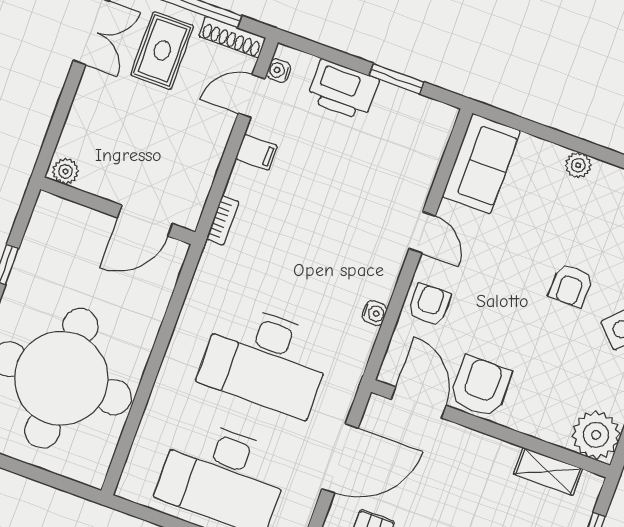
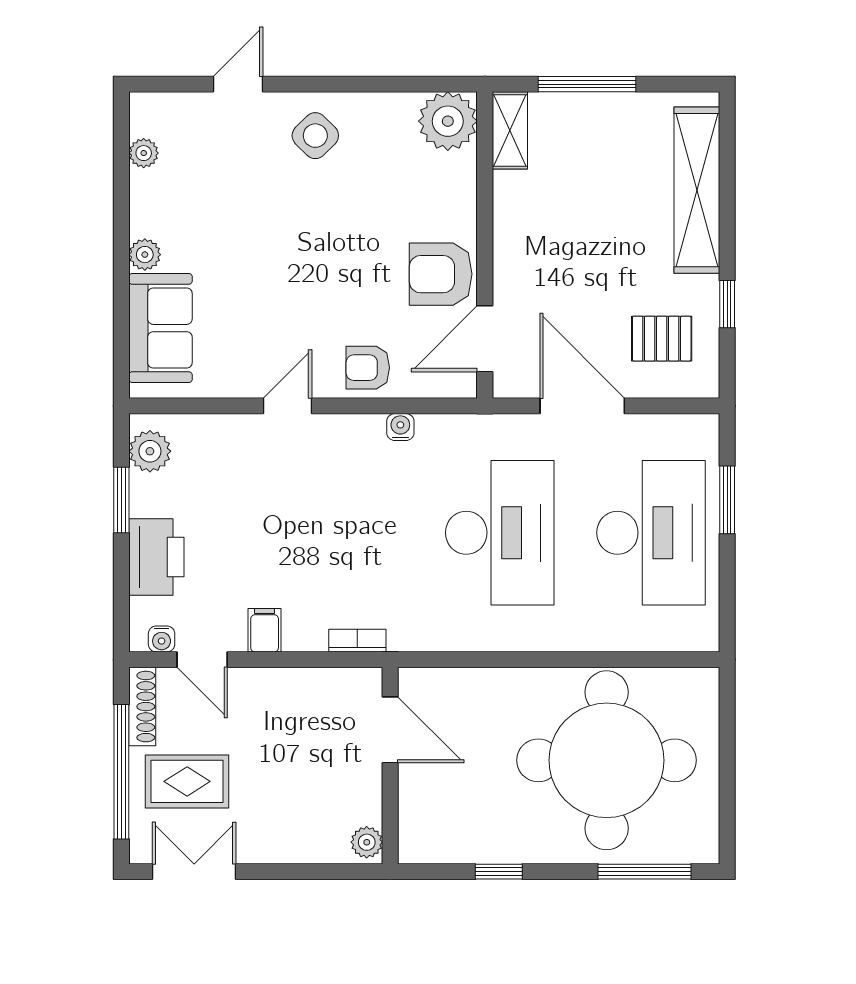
plant: (426, 114) -> (150, 451), added
sofa: (481, 164) -> (160, 328), moved, turned 90
armchair: (571, 285) -> (286, 213), removed
shelving: (548, 471) -> (510, 130), moved

